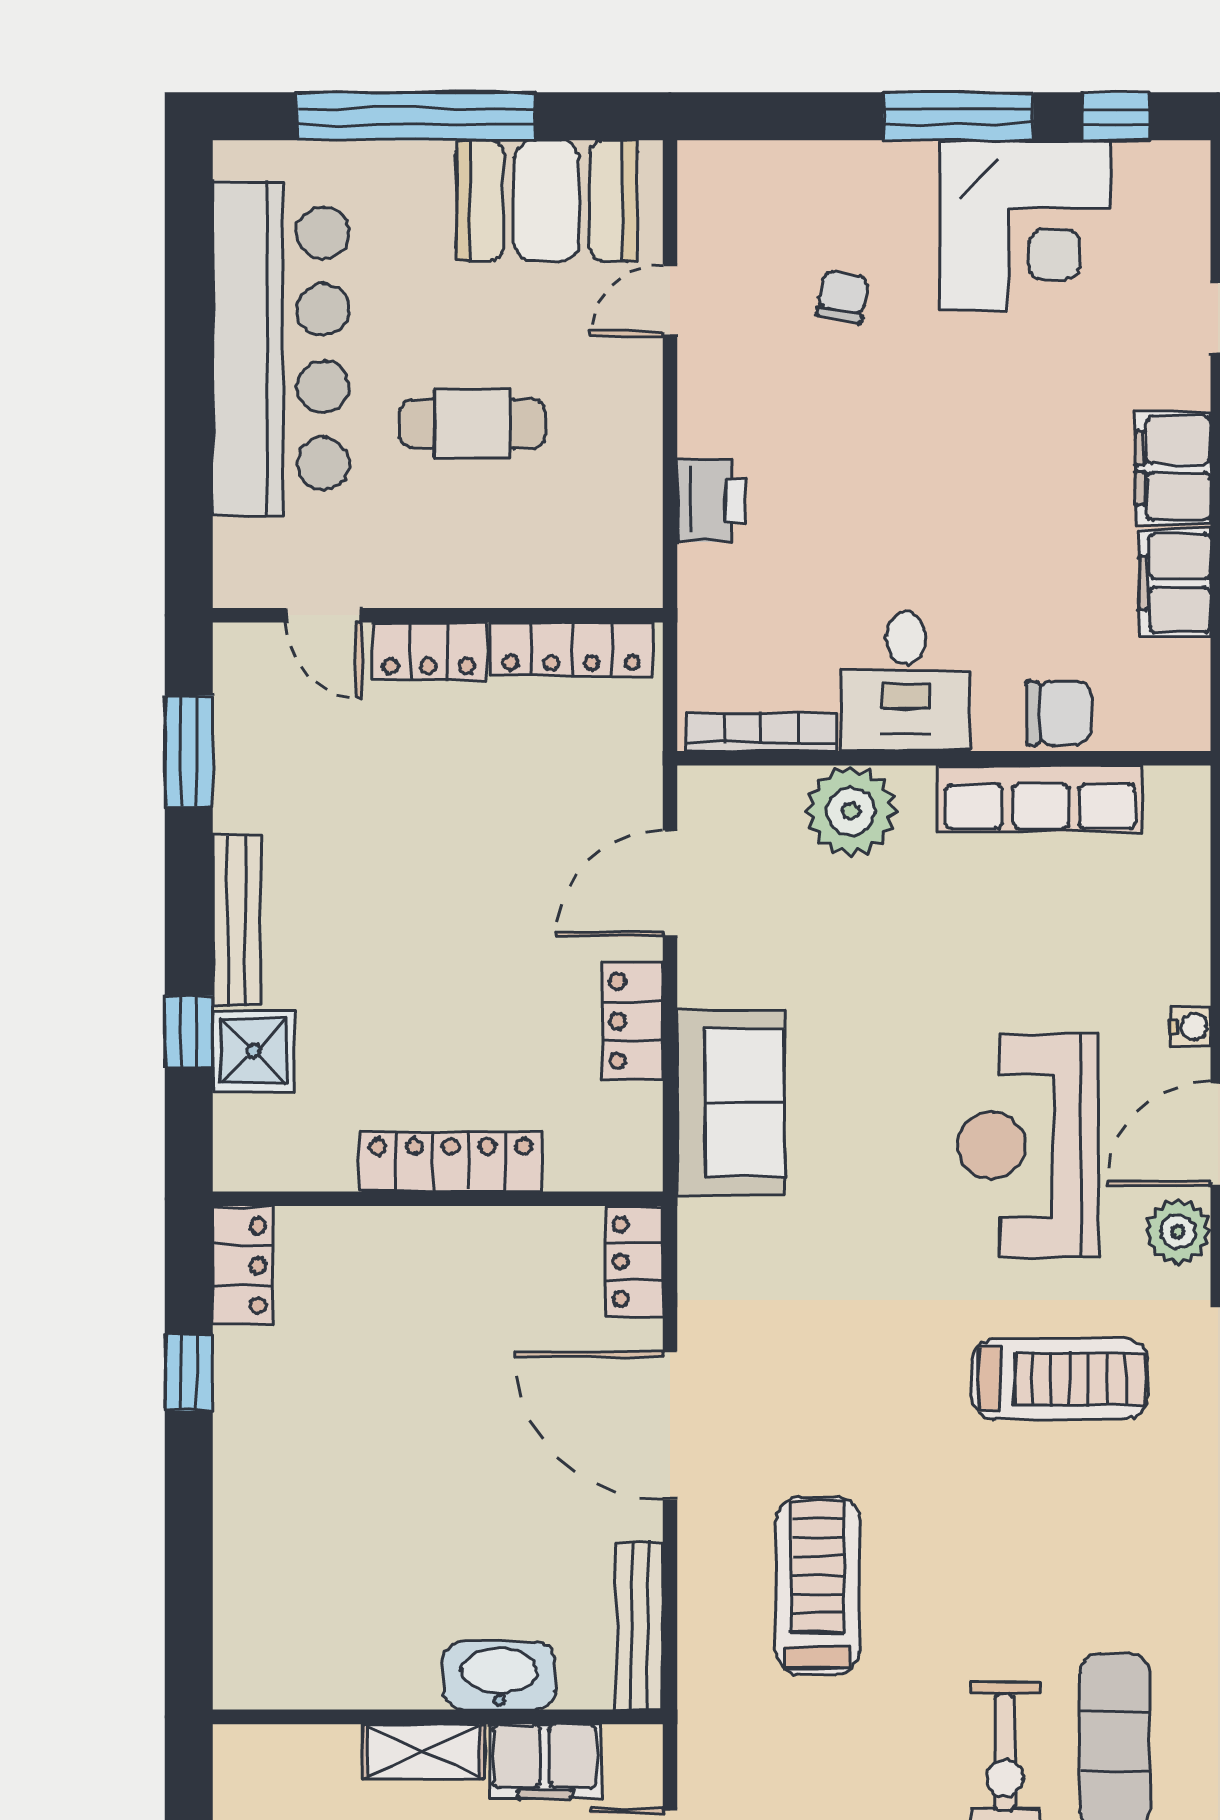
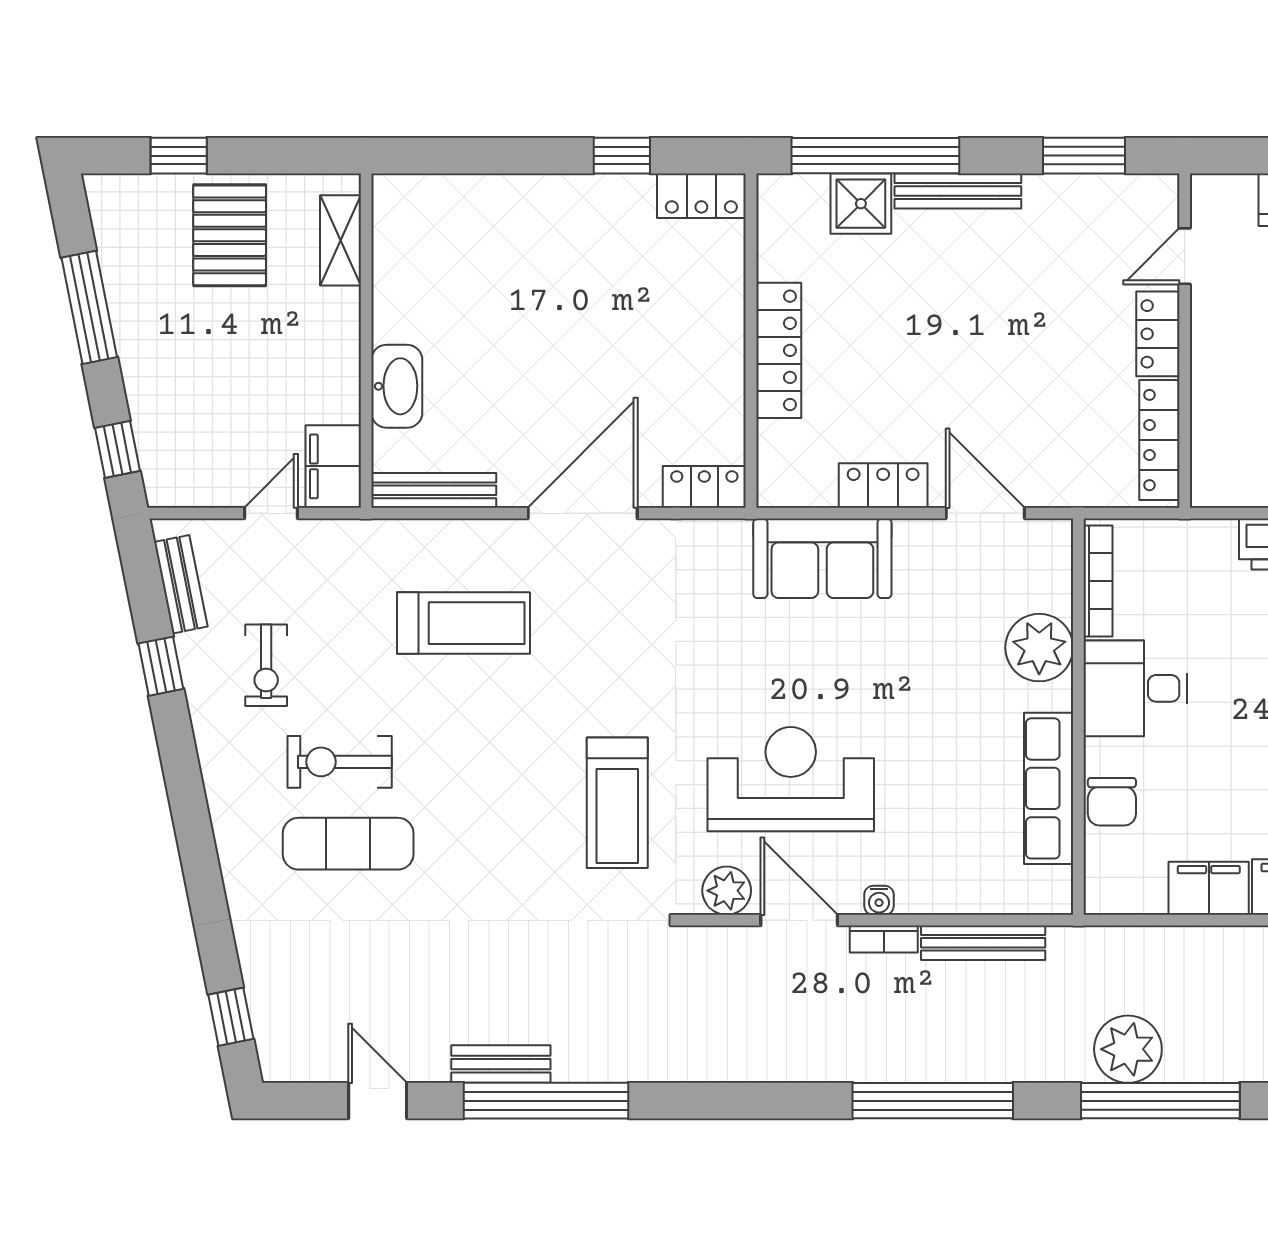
window: (189, 1031) -> (875, 156), width x3.17
shelving: (423, 1751) -> (340, 240), moved
filing cabinet: (545, 1761) -> (333, 466), moved

